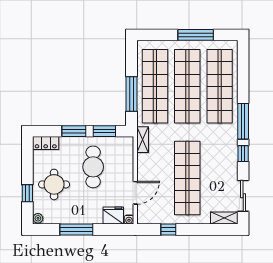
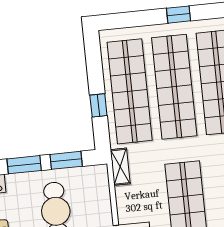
window: (196, 35) -> (179, 15), width x0.46
window: (132, 94) -> (98, 105), width x0.46

